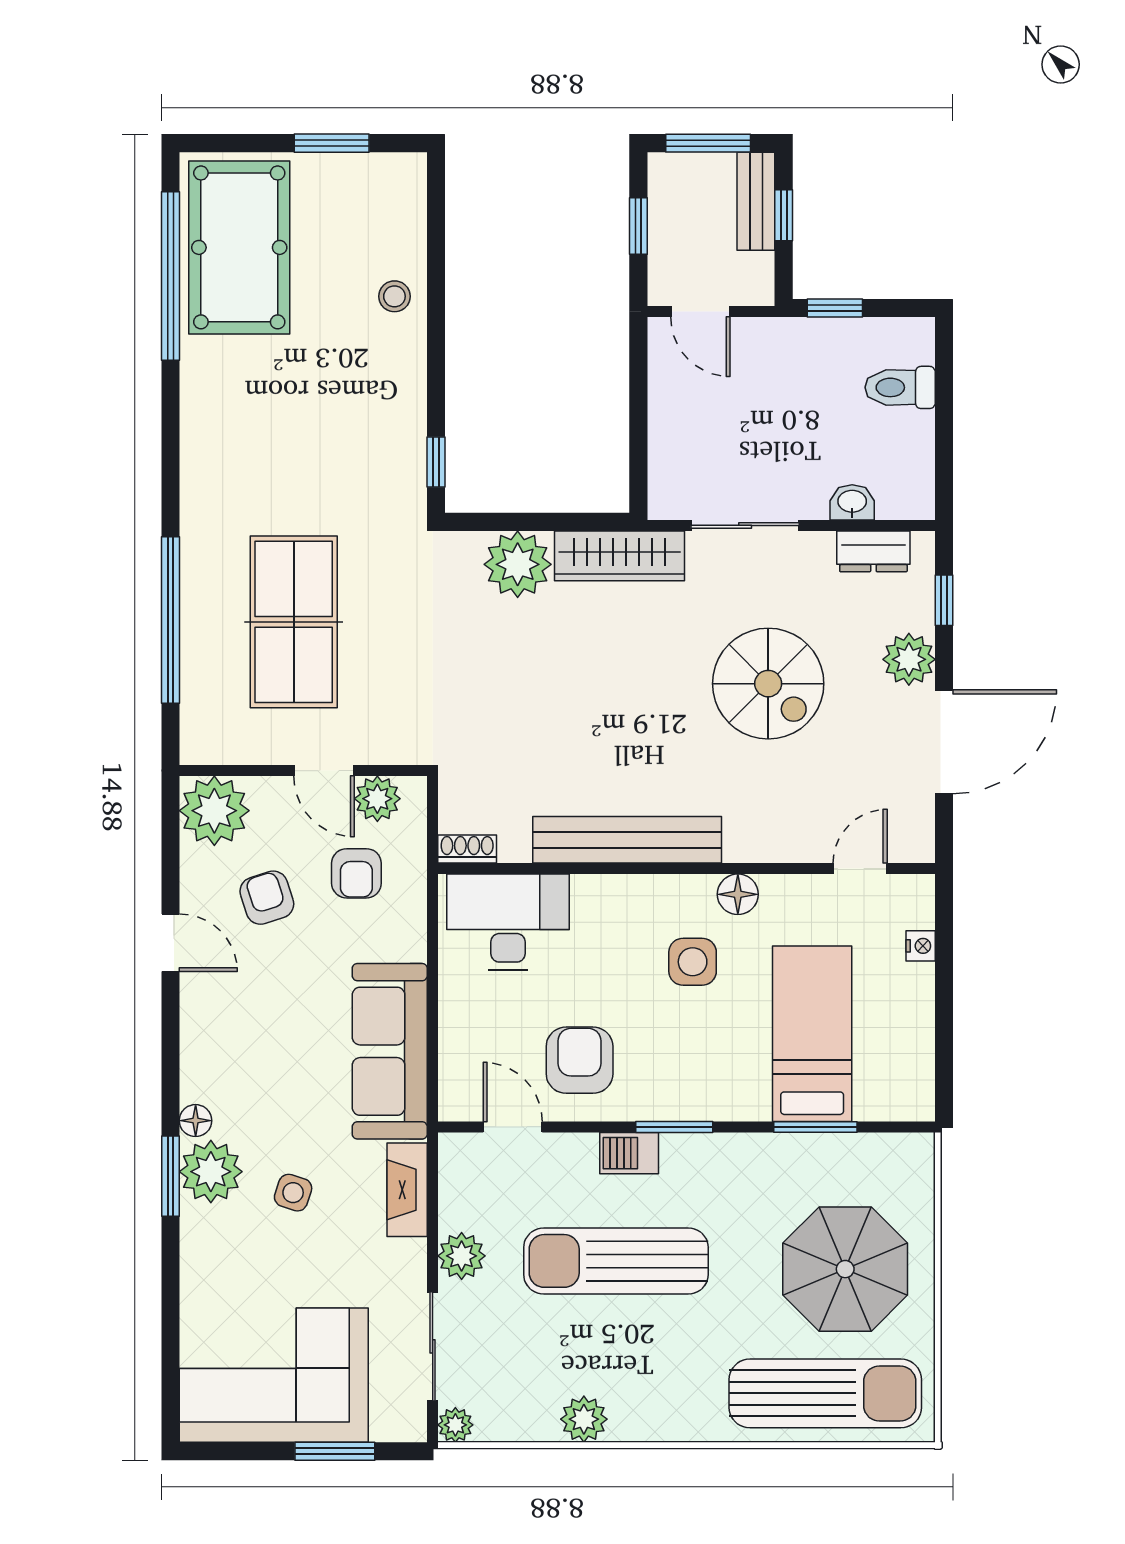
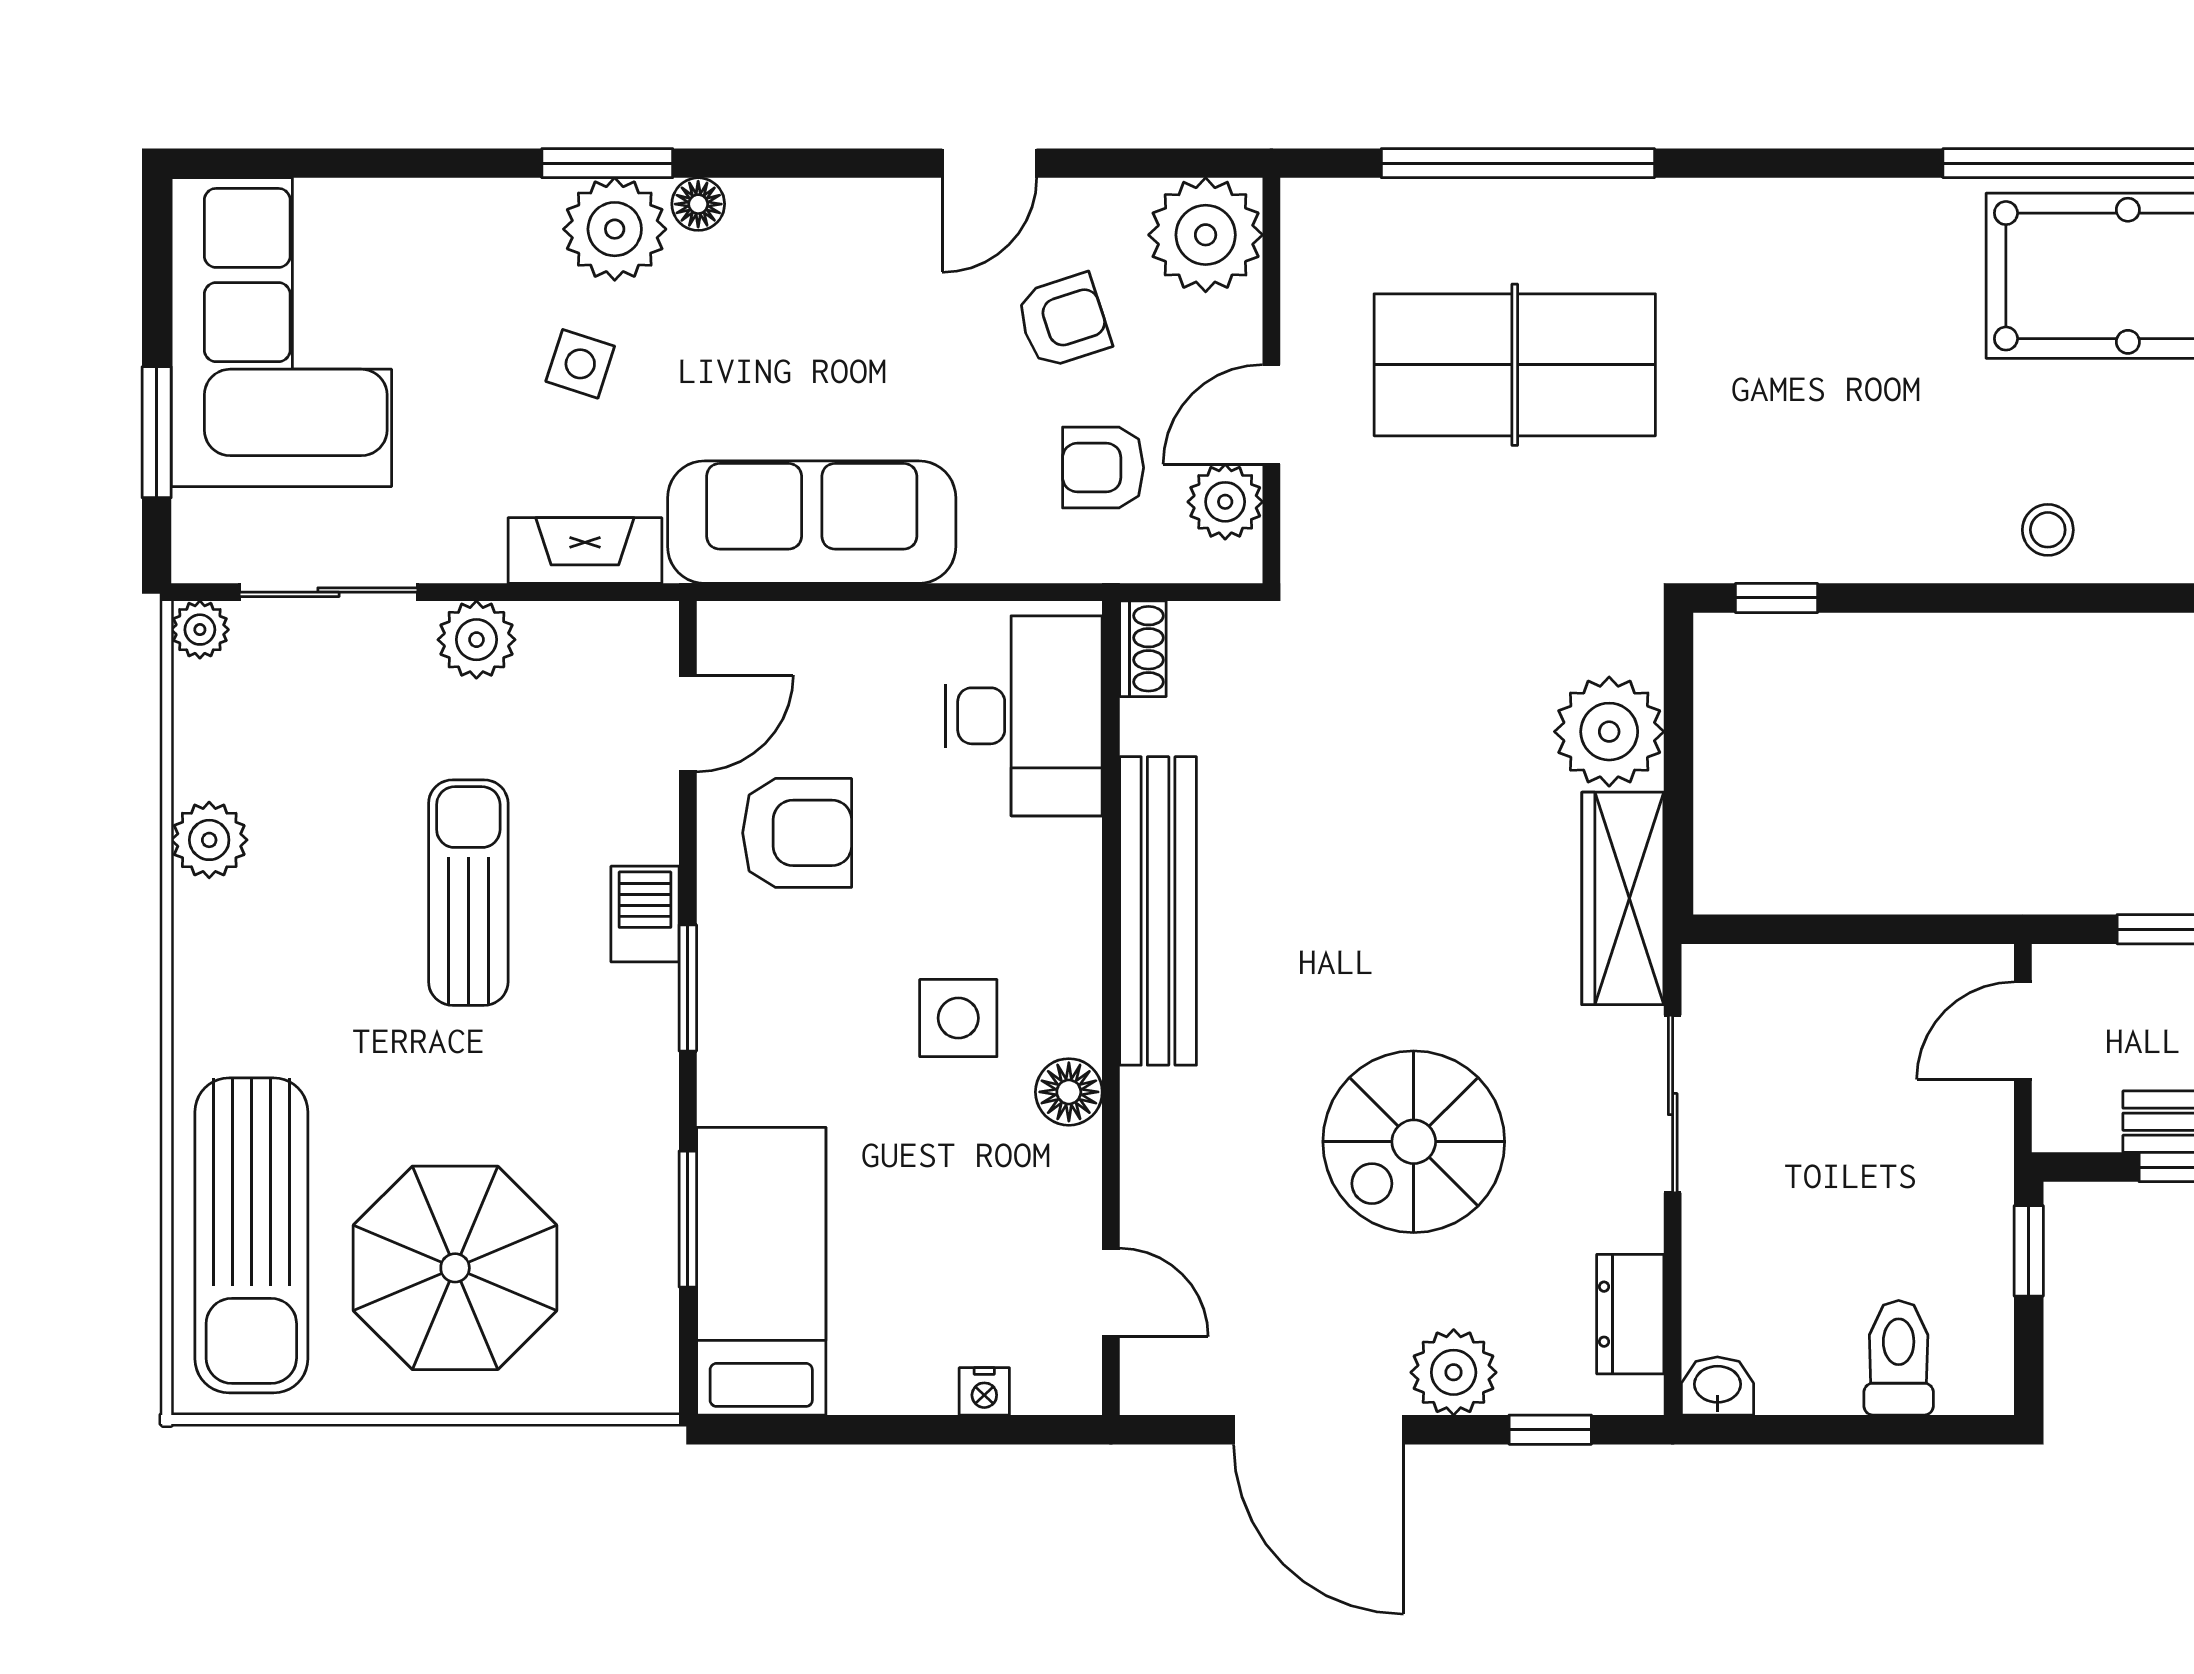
washbasin: (852, 502) -> (1717, 1386), moved, turned -90
bed: (812, 1034) -> (761, 1271), moved, turned -90
sun lounger: (616, 1261) -> (468, 893), width x0.73, depth x0.75

